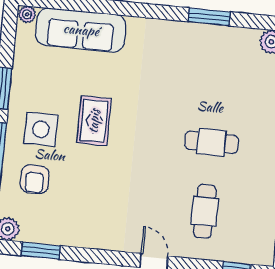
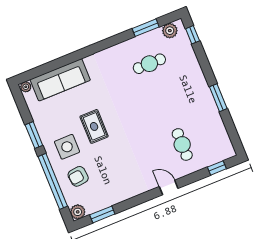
window: (209, 17) -> (146, 28), moved
cafe table: (211, 142) -> (149, 64), moved
armchair: (35, 179) -> (78, 176), turned 83

